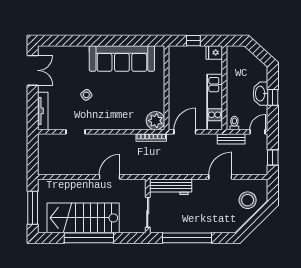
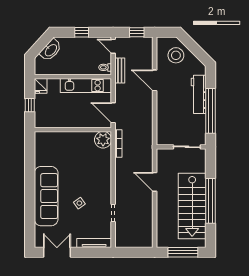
sofa: (122, 59) -> (46, 196), moved
washbasin: (261, 94) -> (51, 50), moved, turned -48
workbench: (171, 187) -> (199, 94), moved, turned 180

